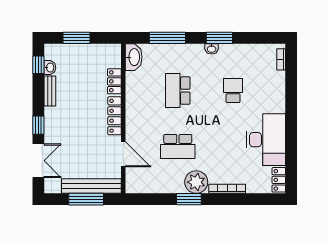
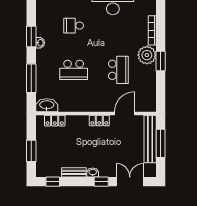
washbasin: (50, 68) -> (93, 172), moved
locker: (114, 81) -> (55, 121), moved
locker: (115, 116) -> (99, 120), width x0.66

